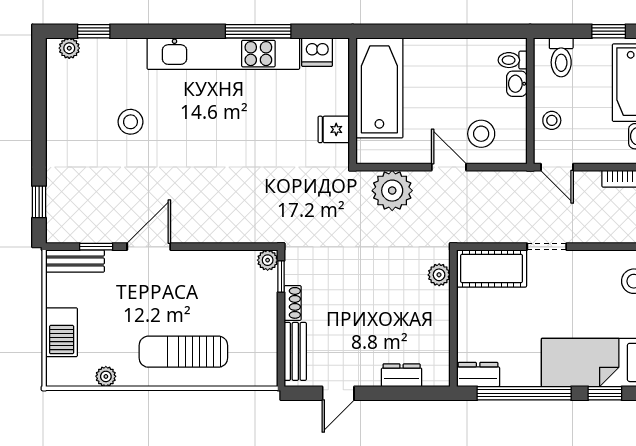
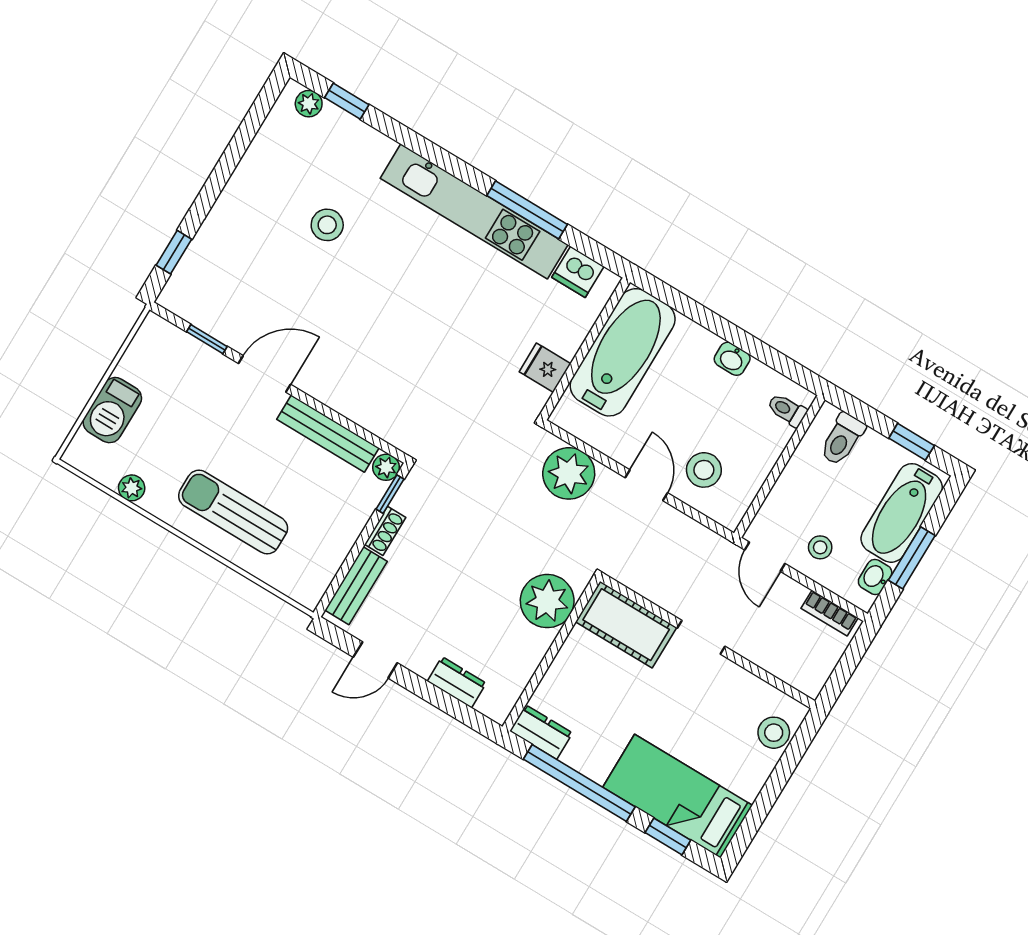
washbasin: (517, 84) -> (732, 359), moved, turned -90
stool: (552, 120) -> (820, 547), moved
bench: (75, 261) -> (328, 434), moved, width x1.36
plant: (439, 275) -> (547, 601), width x1.87, depth x1.87

